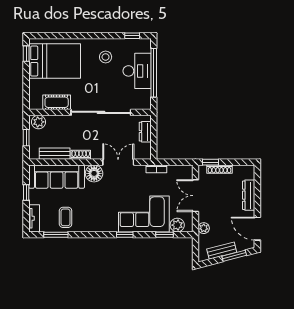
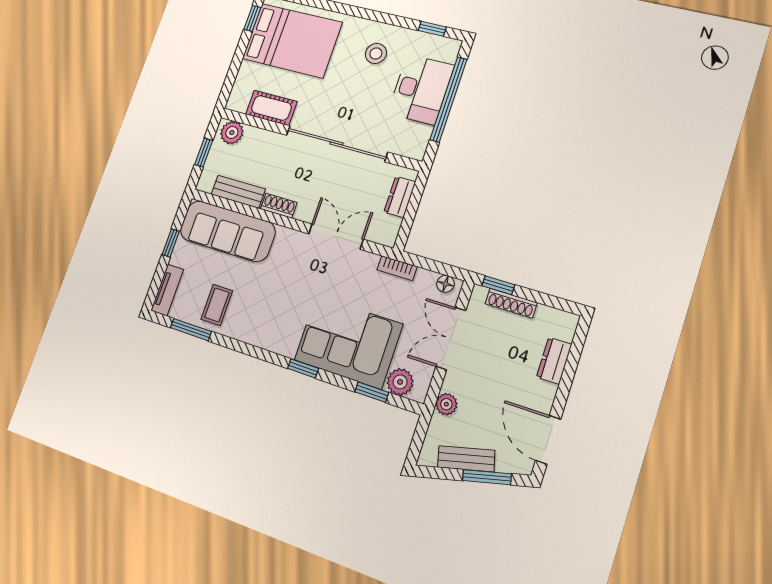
floor lamp: (94, 173) -> (445, 284), moved, width x0.53, depth x0.53
dresser: (249, 195) -> (554, 361), width x0.70

